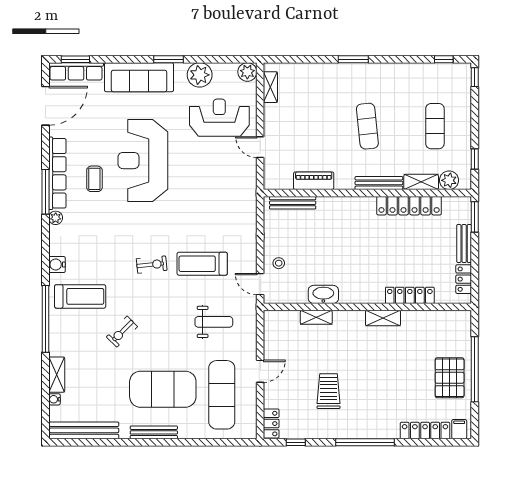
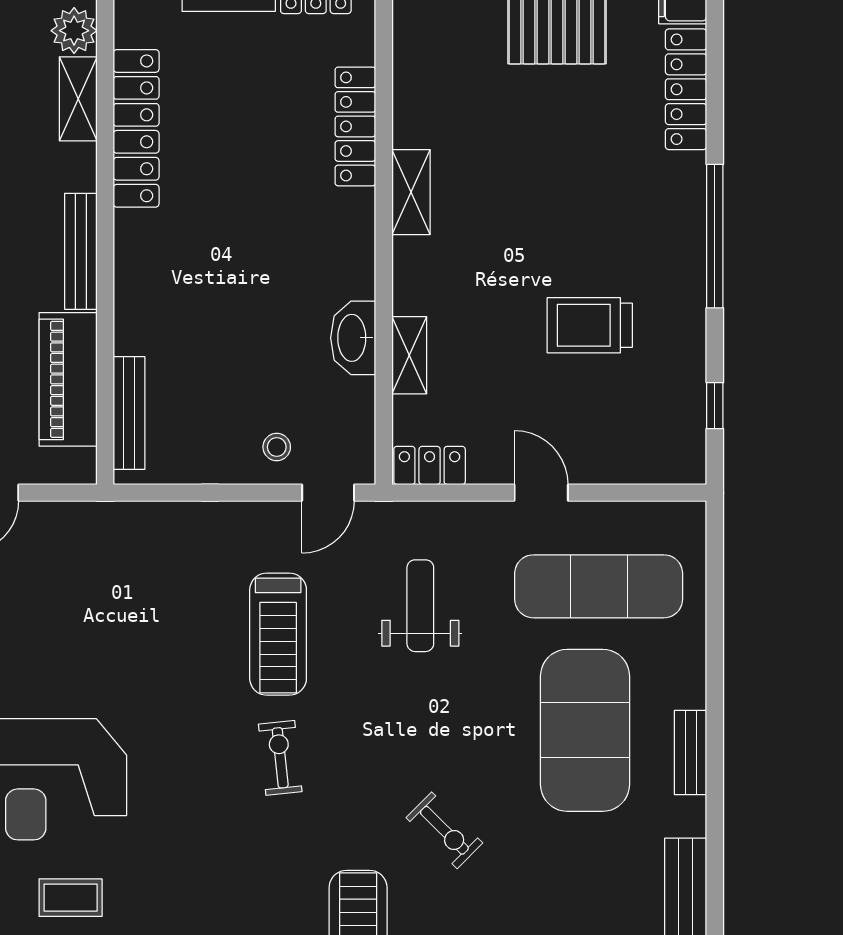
piano: (314, 181) -> (68, 379), width x1.37, depth x1.33
bench: (379, 183) -> (81, 251), moved
locker: (271, 424) -> (430, 465), moved
bench: (154, 432) -> (691, 753), width x0.73

